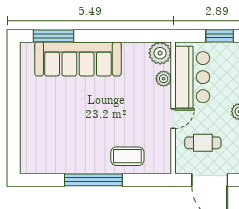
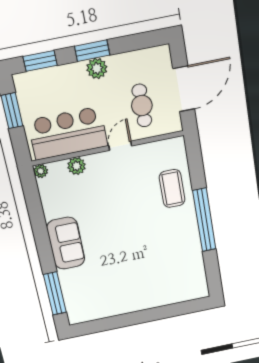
plant: (160, 53) -> (41, 171), width x0.53, depth x0.53
sofa: (78, 59) -> (66, 243), width x0.54, depth x0.79
door: (173, 119) -> (120, 146), hinge flipped

